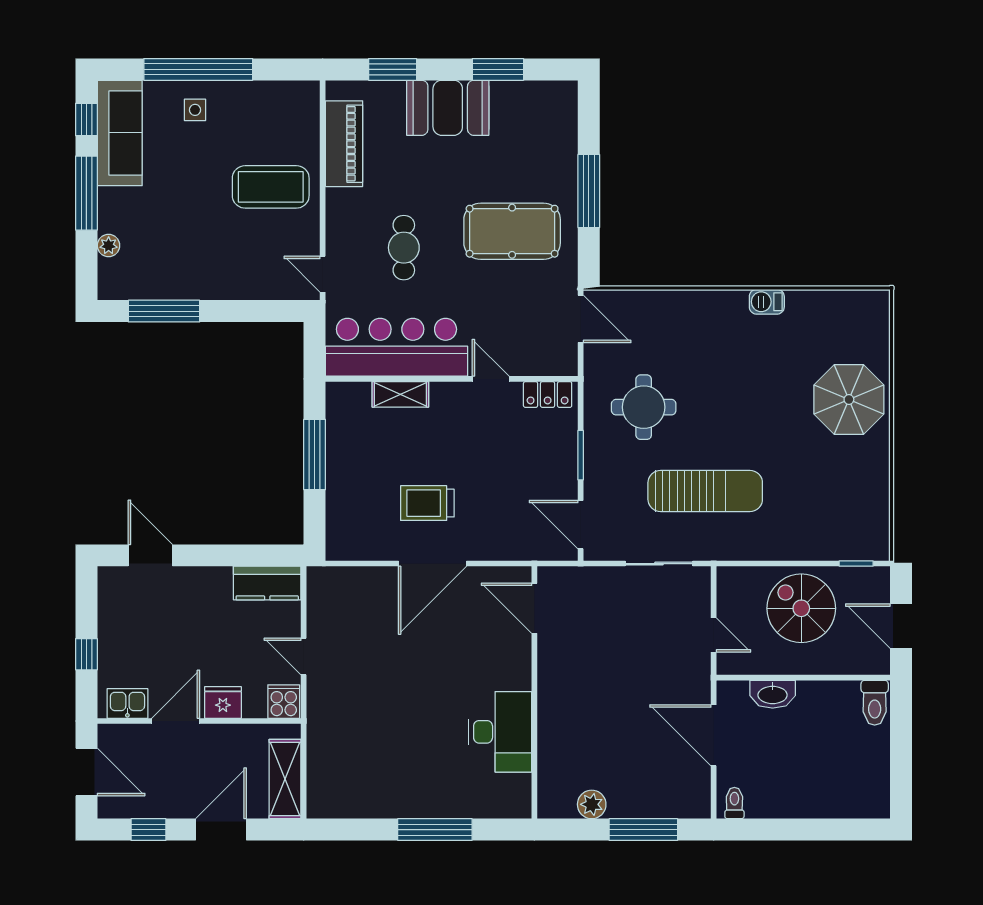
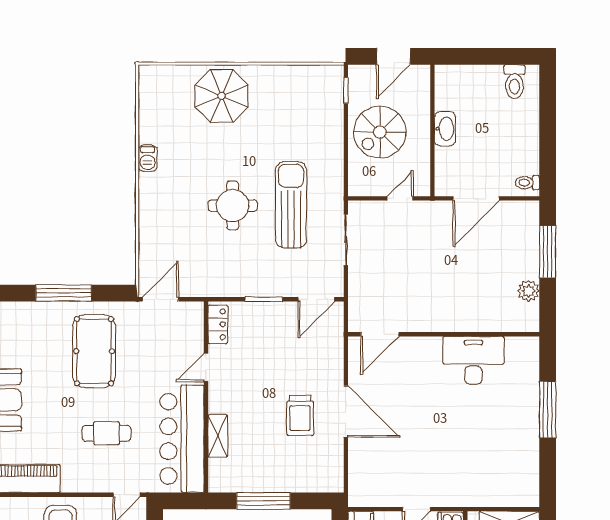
round table: (644, 407) -> (233, 206), moved
washbasin: (773, 694) -> (445, 129), moved
toilet: (875, 703) -> (515, 82), moved, turned 90

